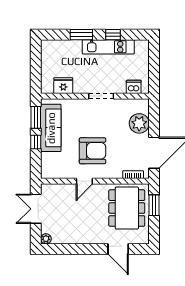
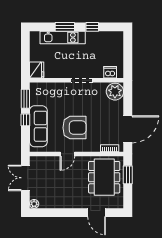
kitchen unit: (108, 47) -> (63, 38), moved
fridge: (63, 86) -> (37, 70), moved, turned 90
plant: (139, 123) -> (115, 92), moved
sofa: (51, 128) -> (38, 126), moved

